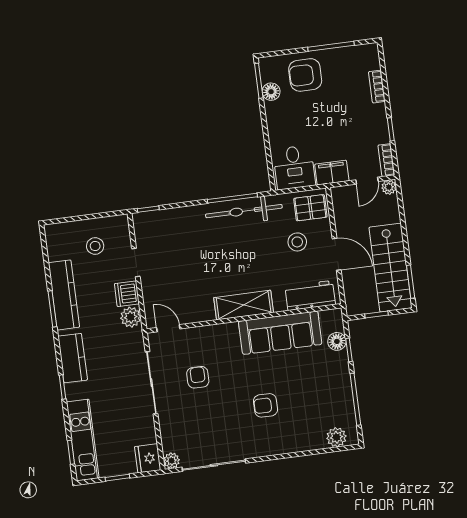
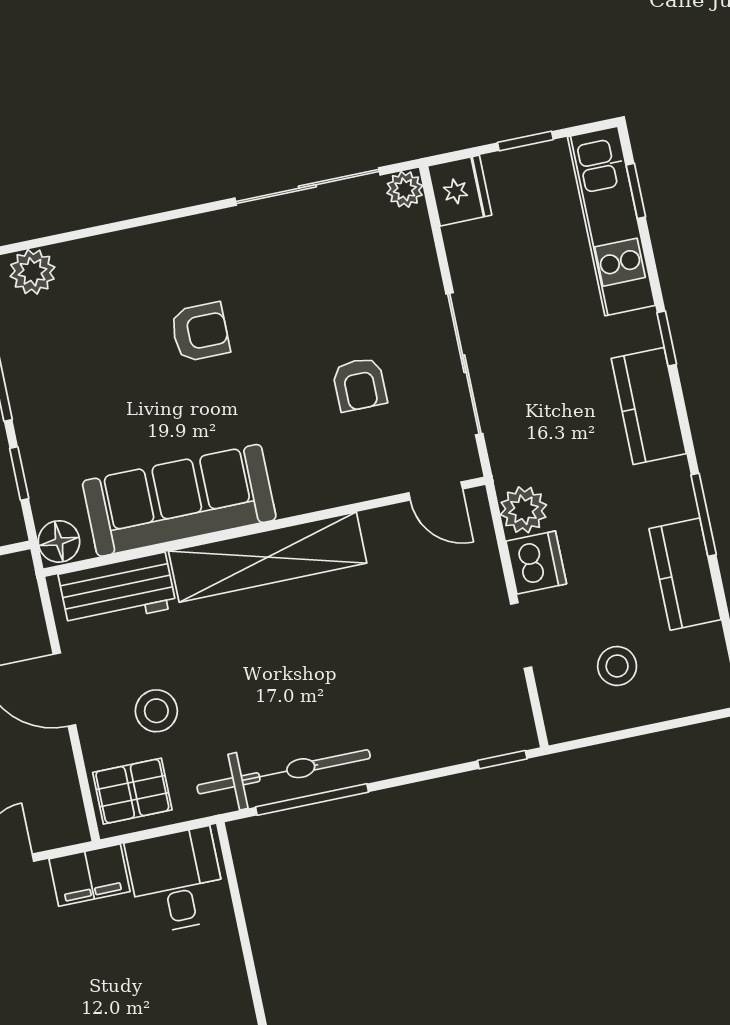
kitchen counter: (64, 295) -> (685, 574), width x0.67
shelving: (244, 305) -> (268, 557), width x1.47
floor lamp: (337, 341) -> (59, 541), moved

